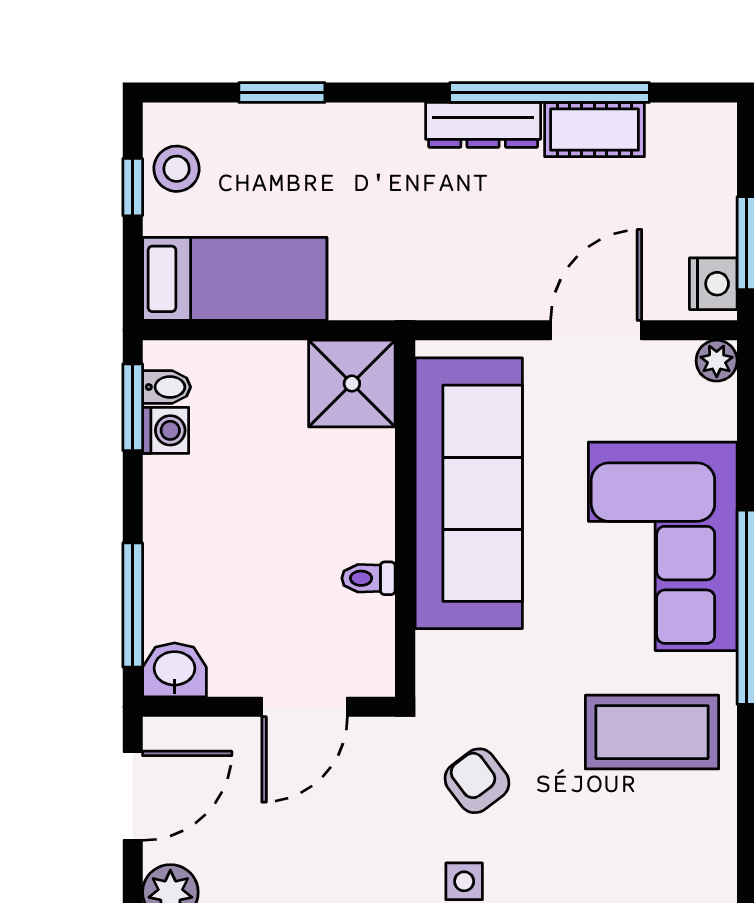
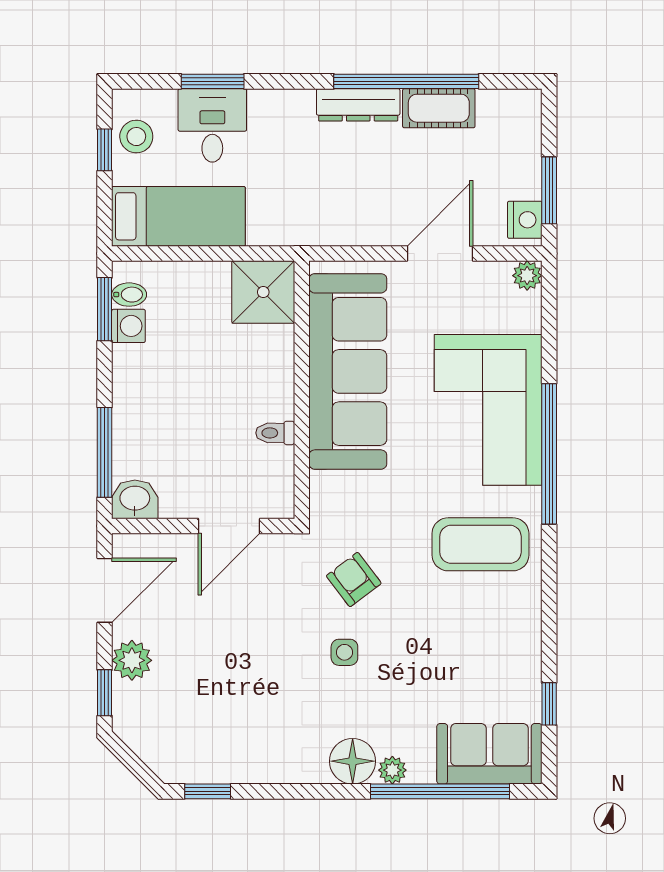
desk: (282, 153) -> (212, 125), added

